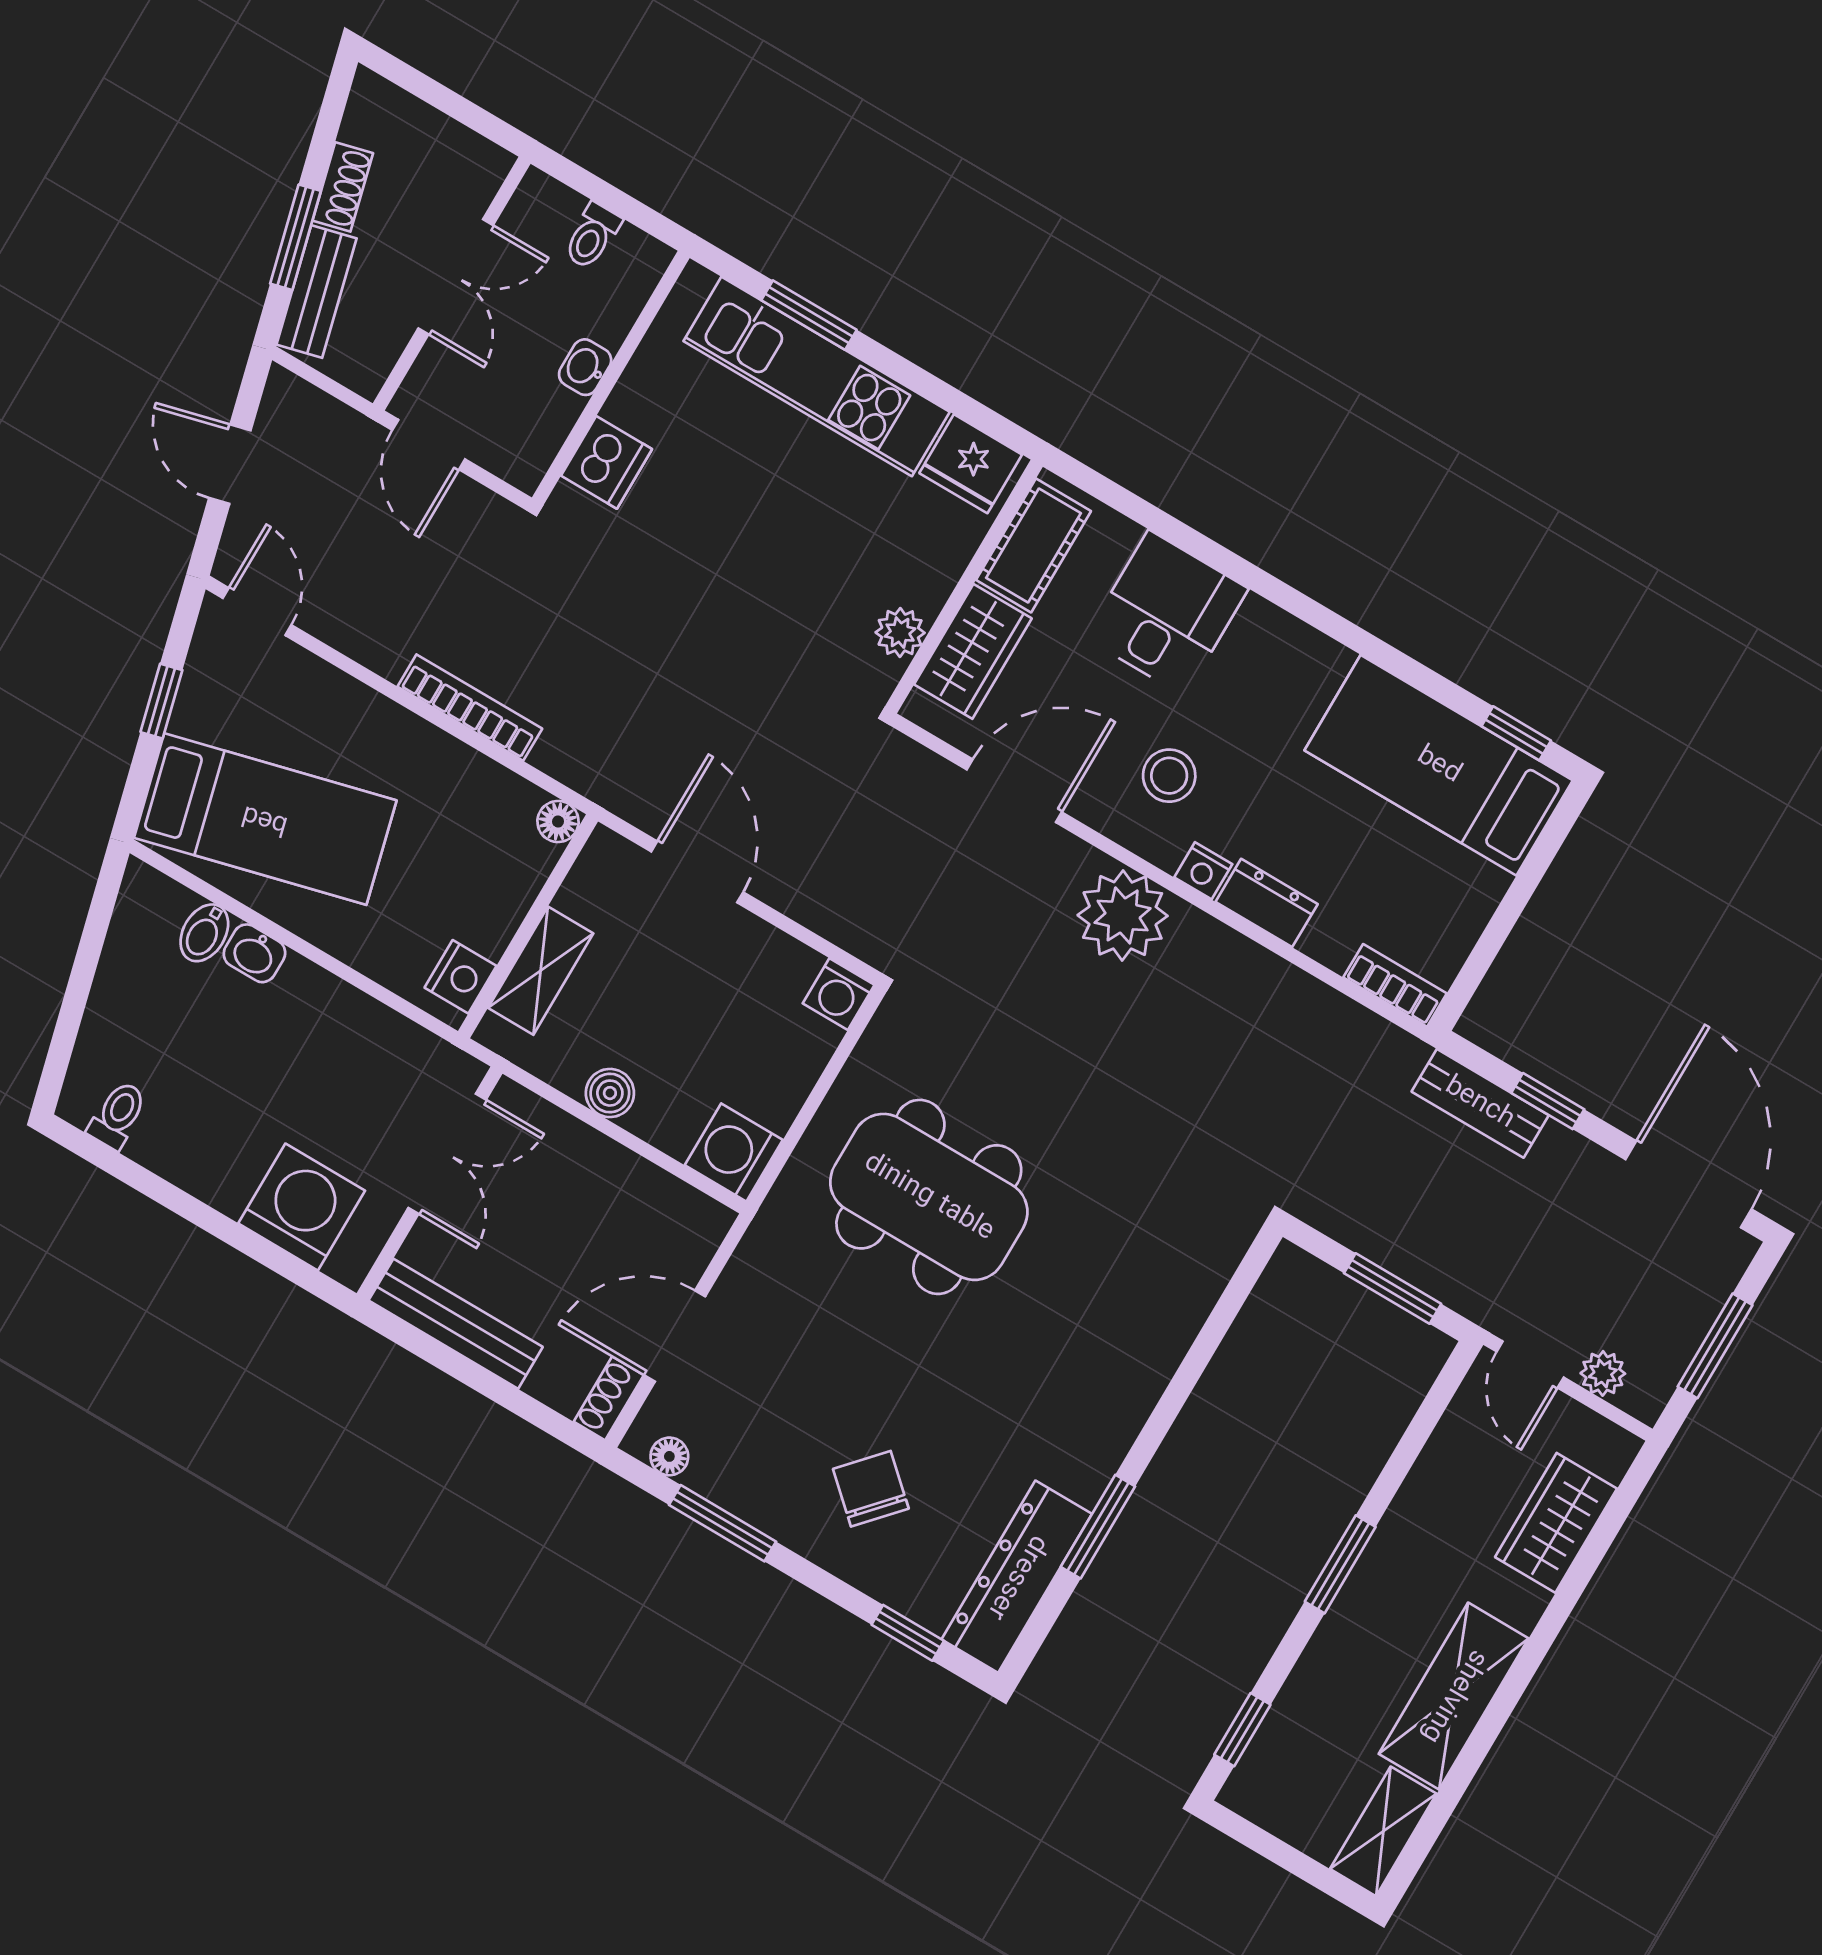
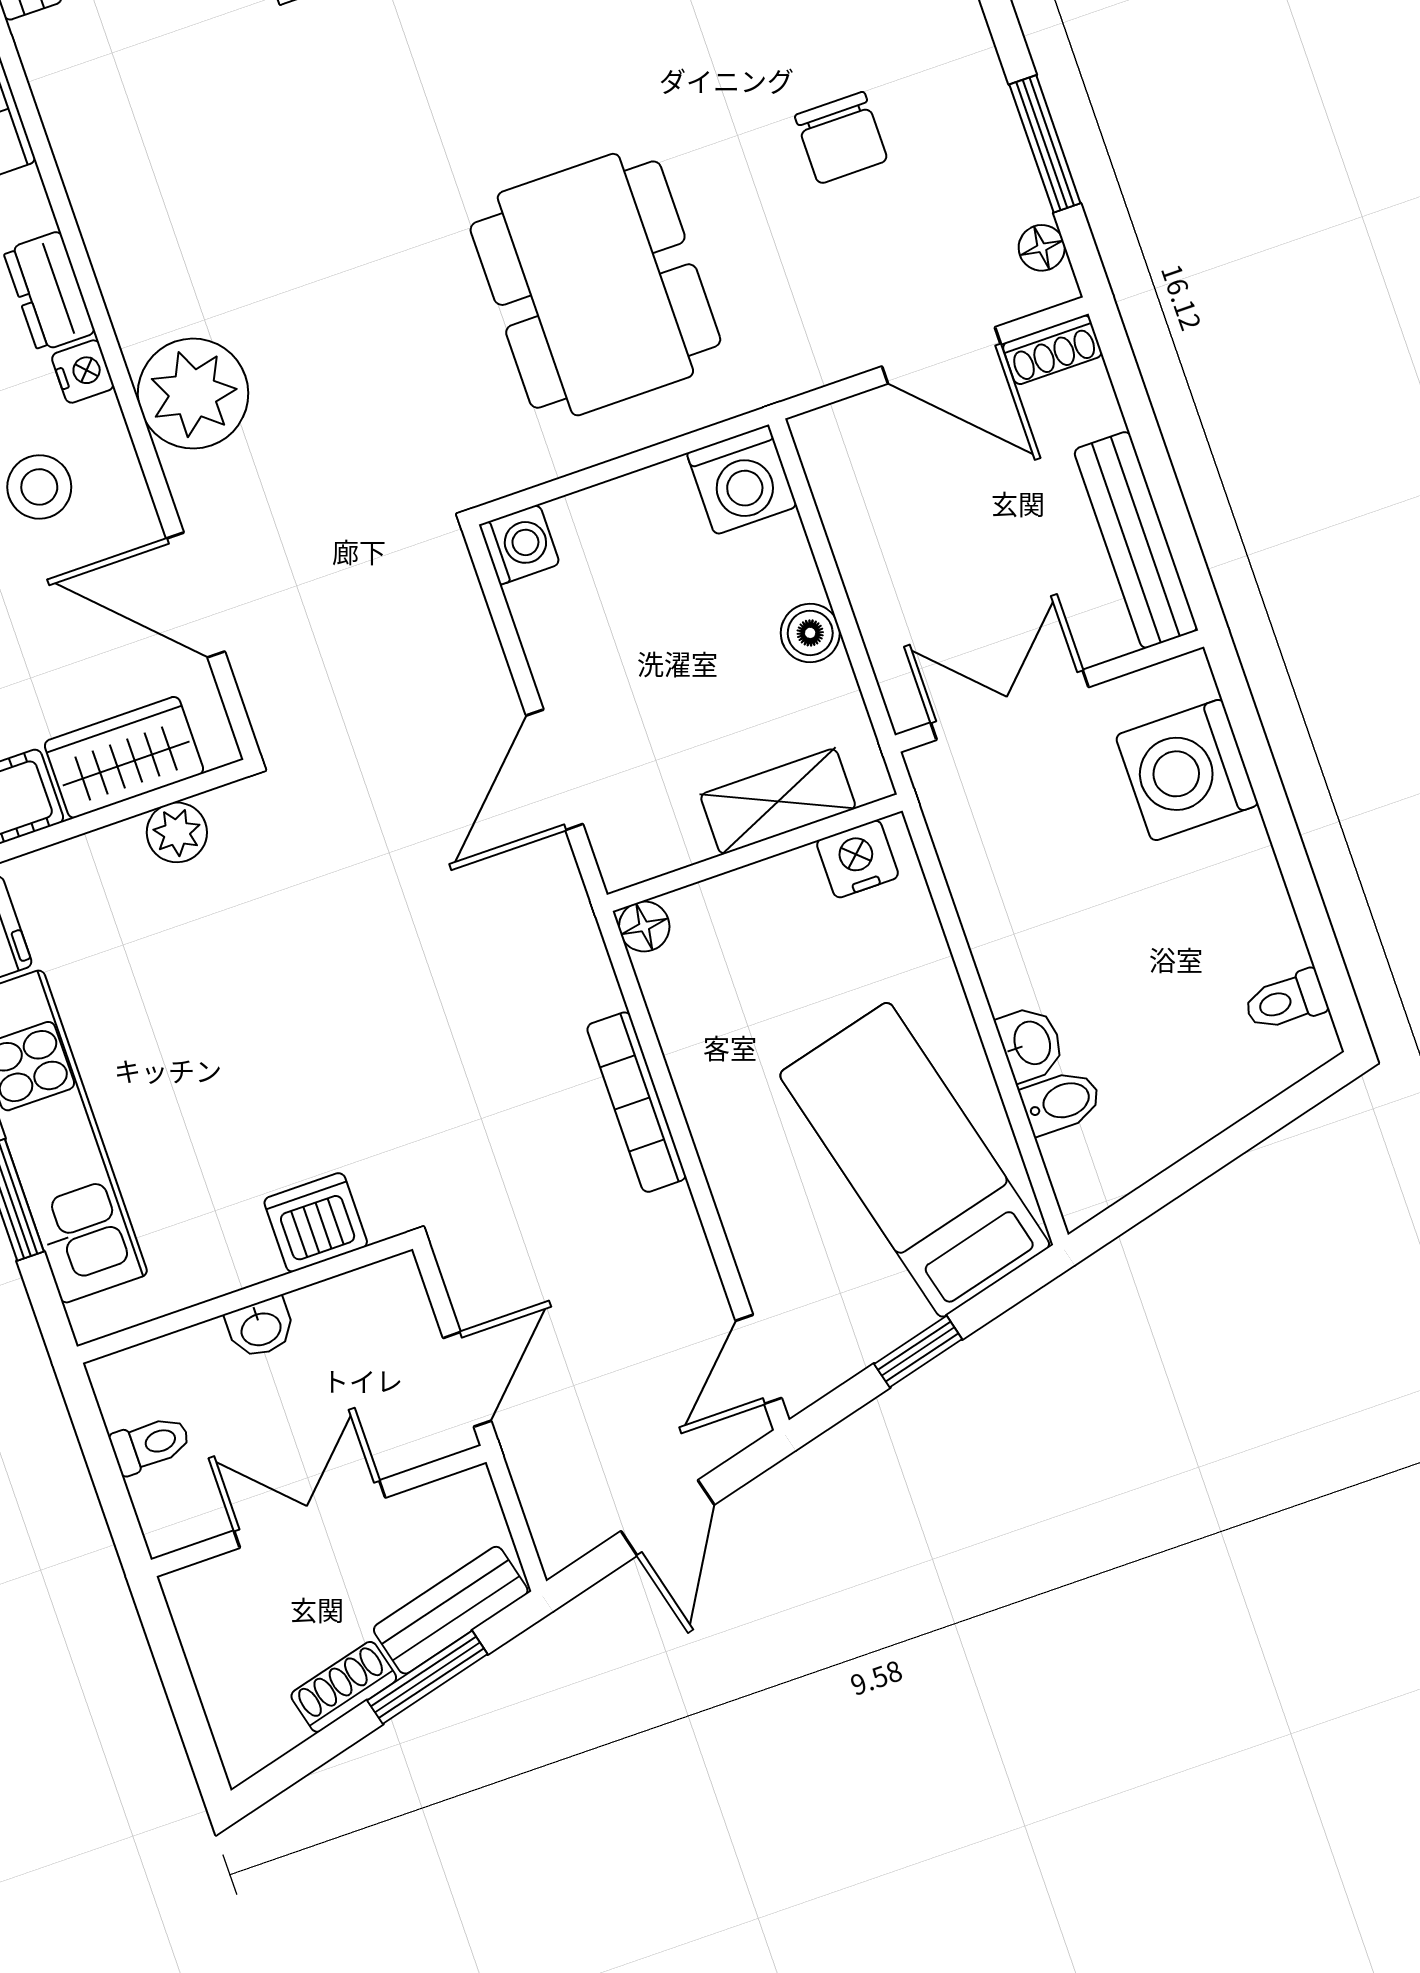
chair: (871, 1489) -> (841, 138), moved, turned -42

